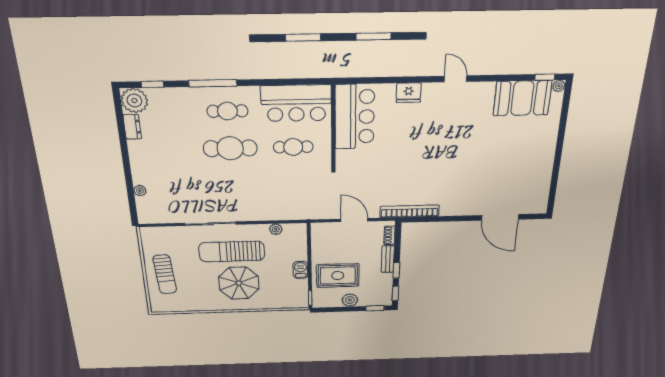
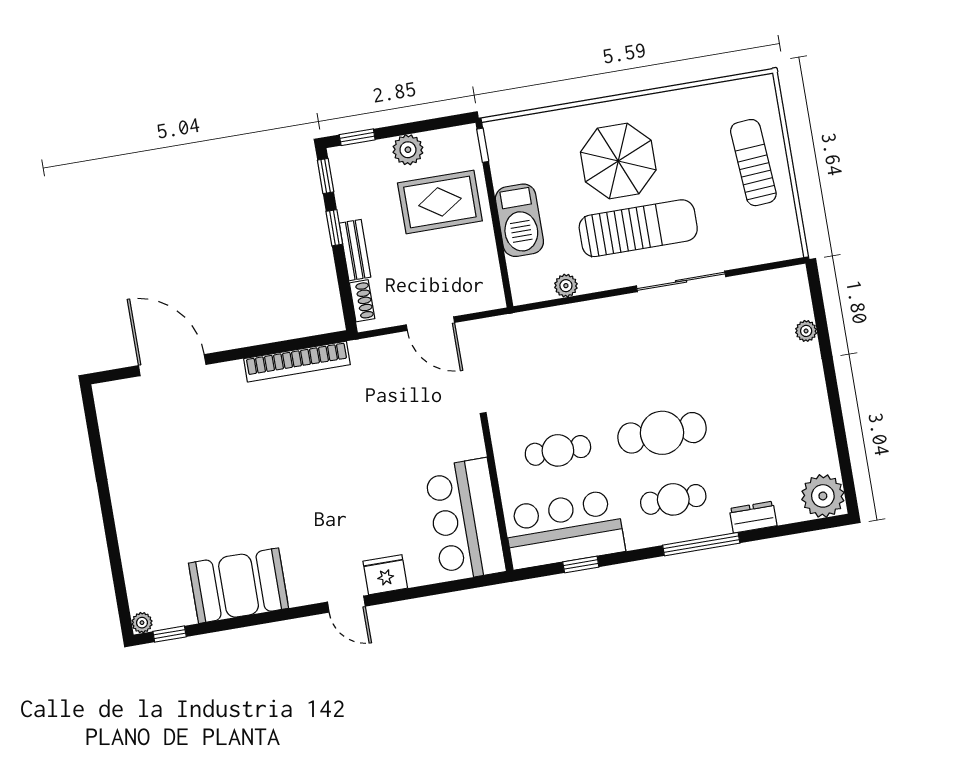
door: (455, 79) -> (346, 604), moved
window: (152, 84) -> (581, 564), moved
booth: (522, 98) -> (239, 586), moved
dresser: (132, 127) -> (753, 517), moved, turned 90
bookcase: (409, 211) -> (297, 362), moved
barbecue: (301, 270) -> (519, 220), width x1.88, depth x1.53

